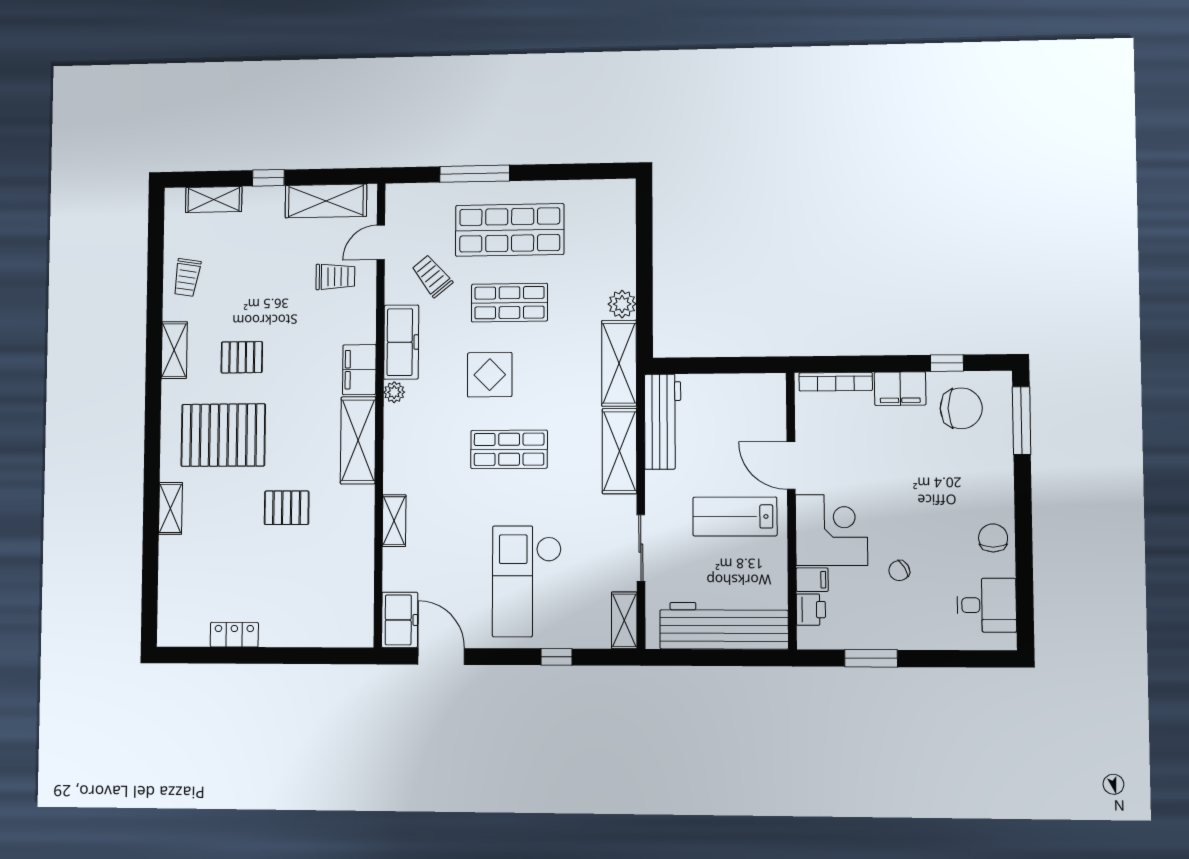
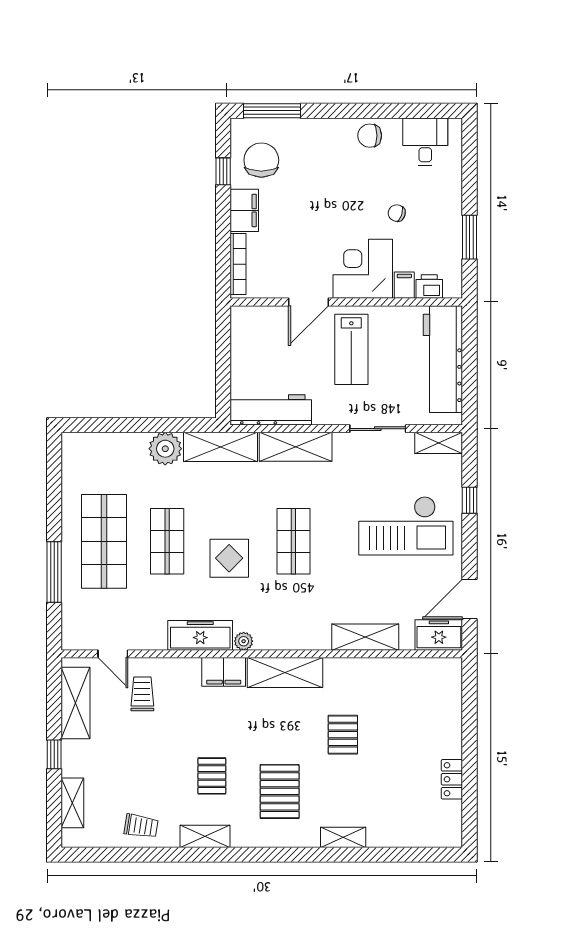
trolley: (432, 276) -> (143, 609), removed
plant: (622, 304) -> (165, 449), width x1.36, depth x1.36
pallet: (223, 435) -> (280, 791), width x0.73, depth x0.71
shelving: (394, 521) -> (365, 637), width x1.50, depth x1.33
chair: (899, 571) -> (397, 213), turned 140

